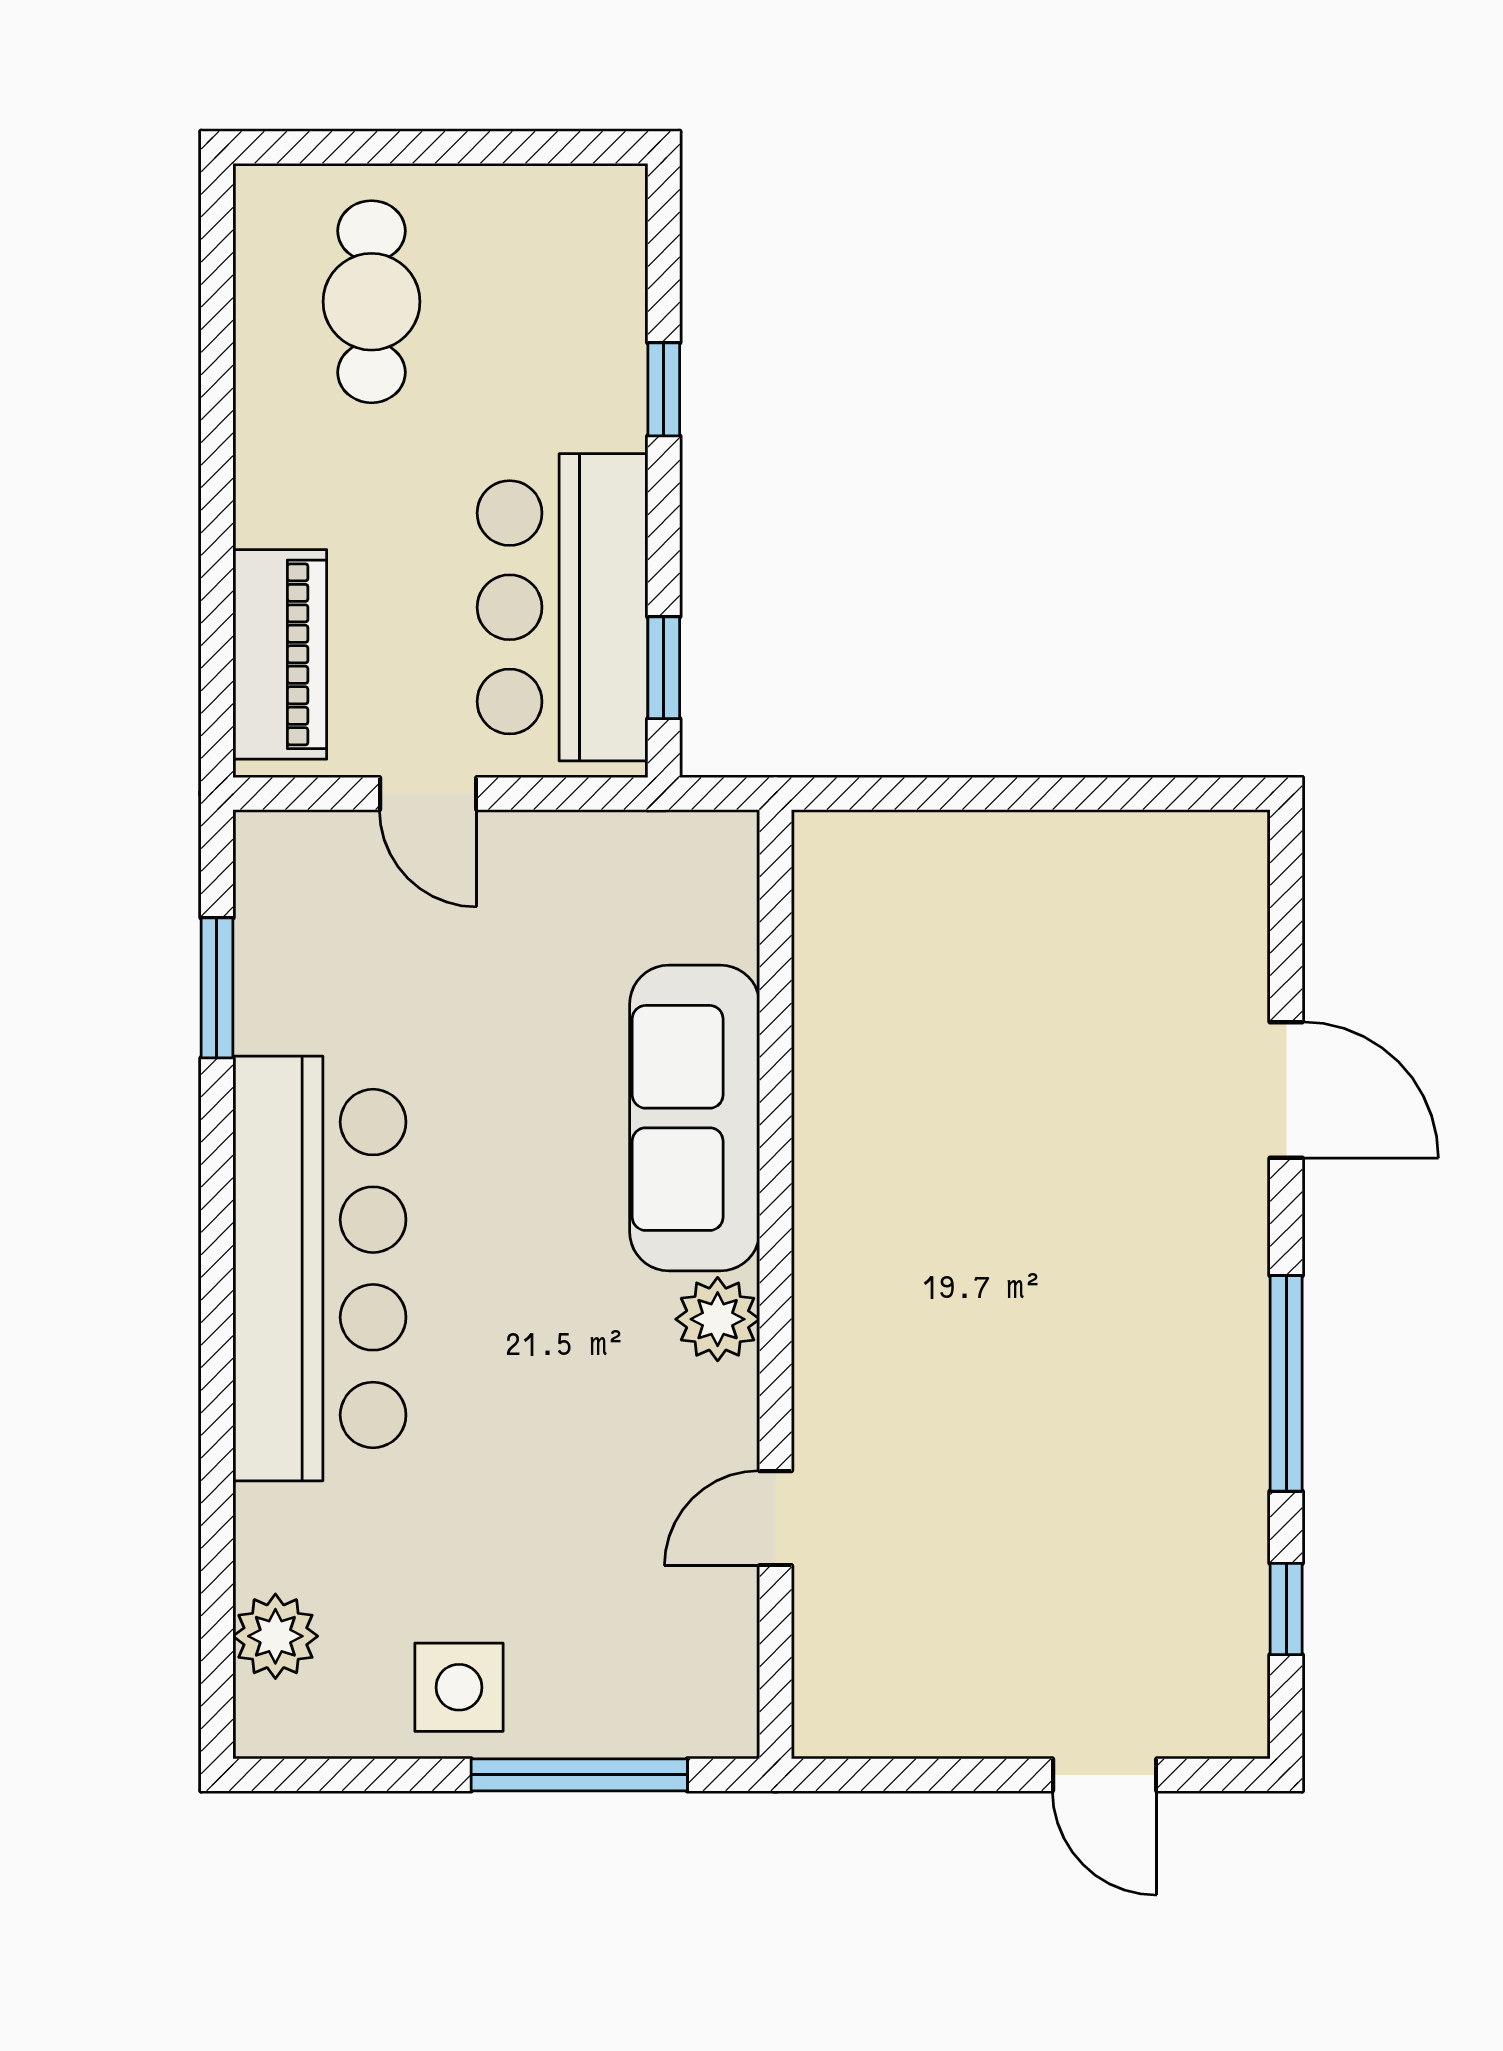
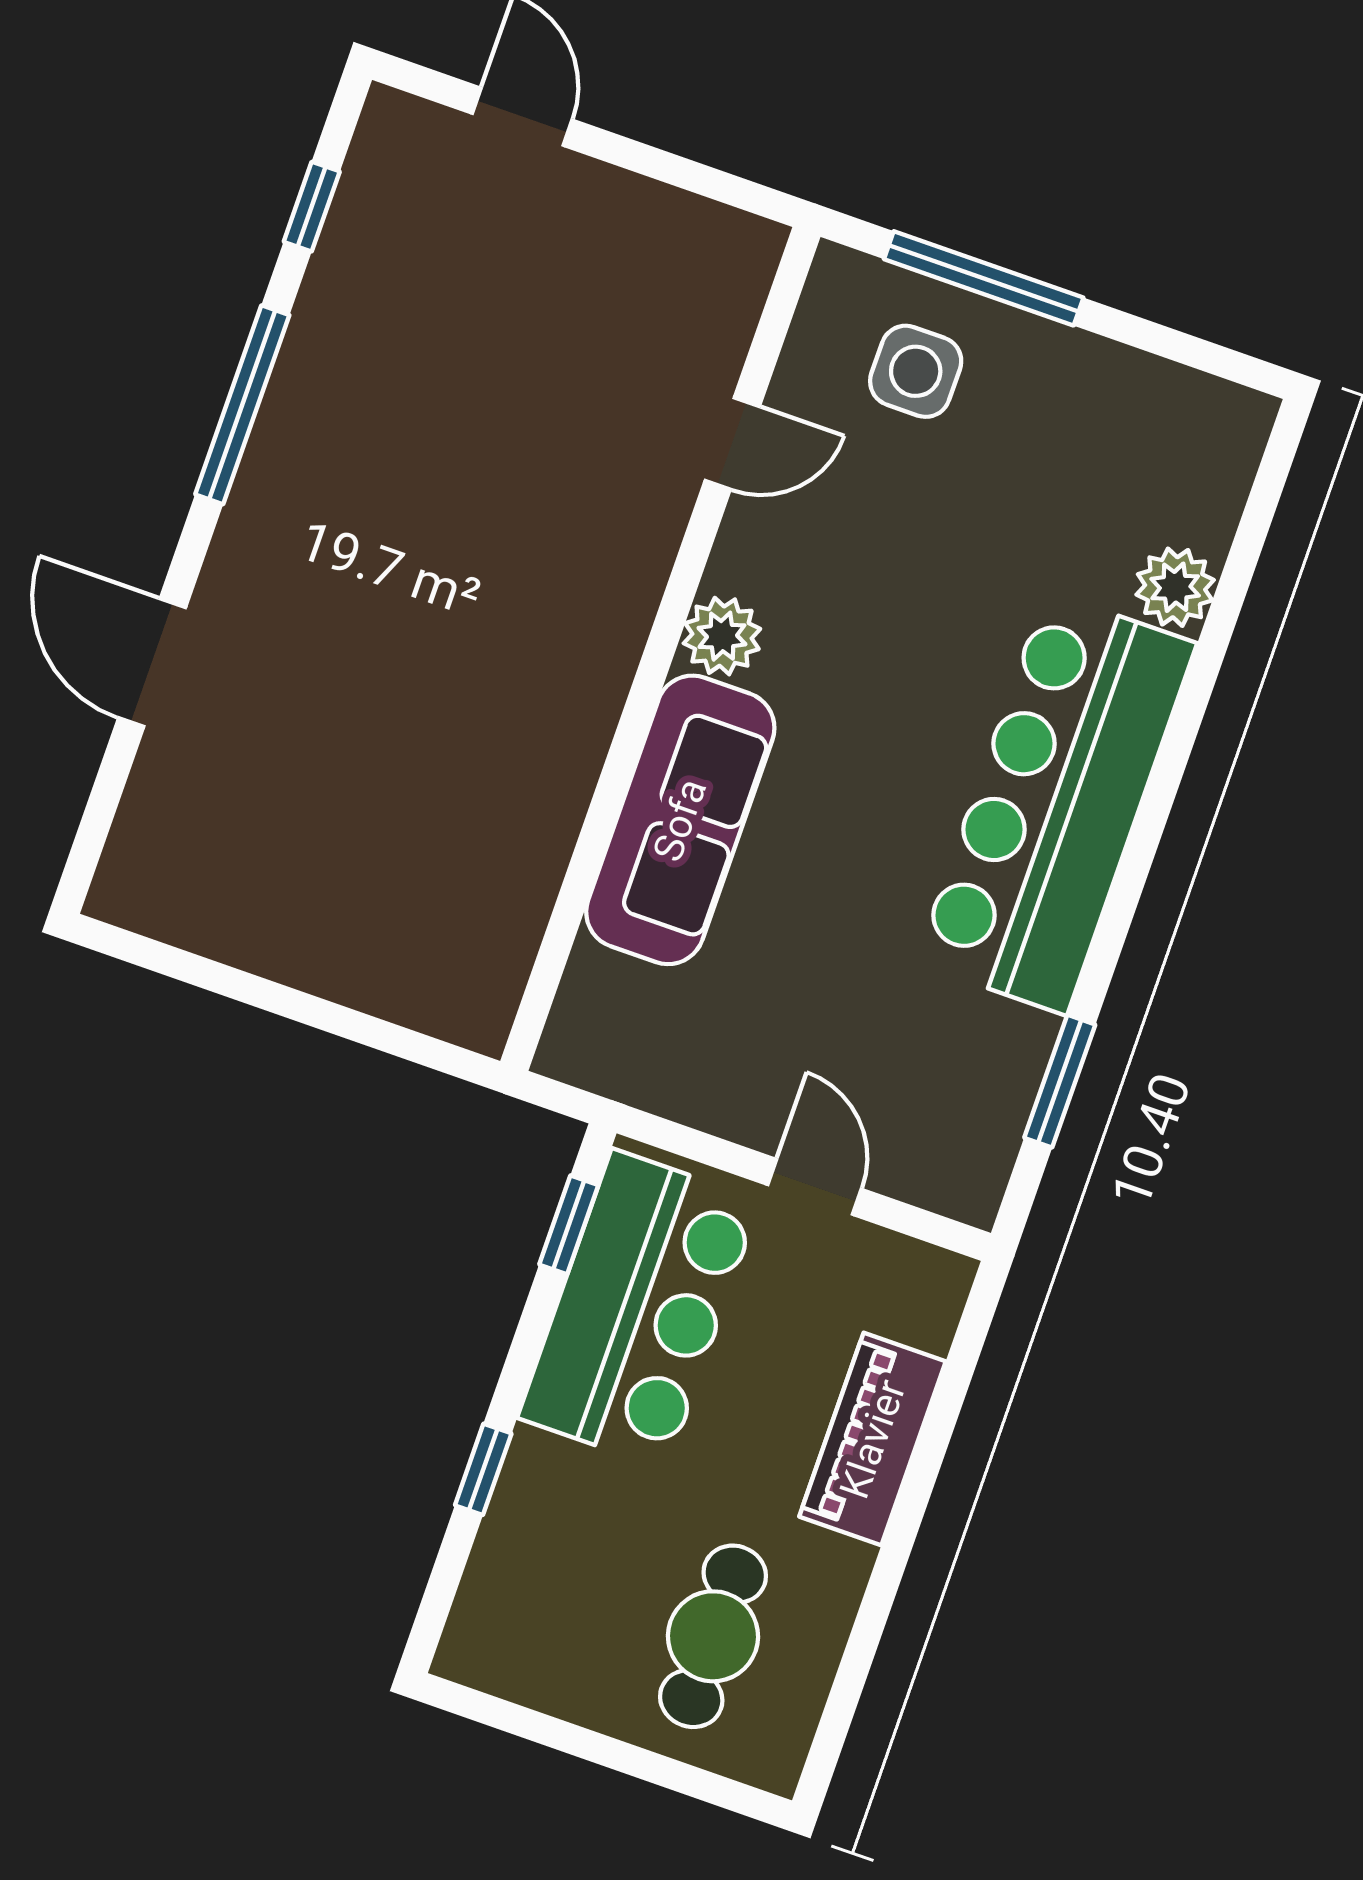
piano: (280, 654) -> (873, 1439), moved
plant: (275, 1636) -> (1175, 587), moved
side table: (459, 1687) -> (916, 371), moved

